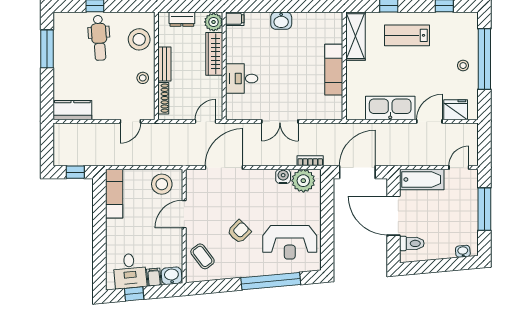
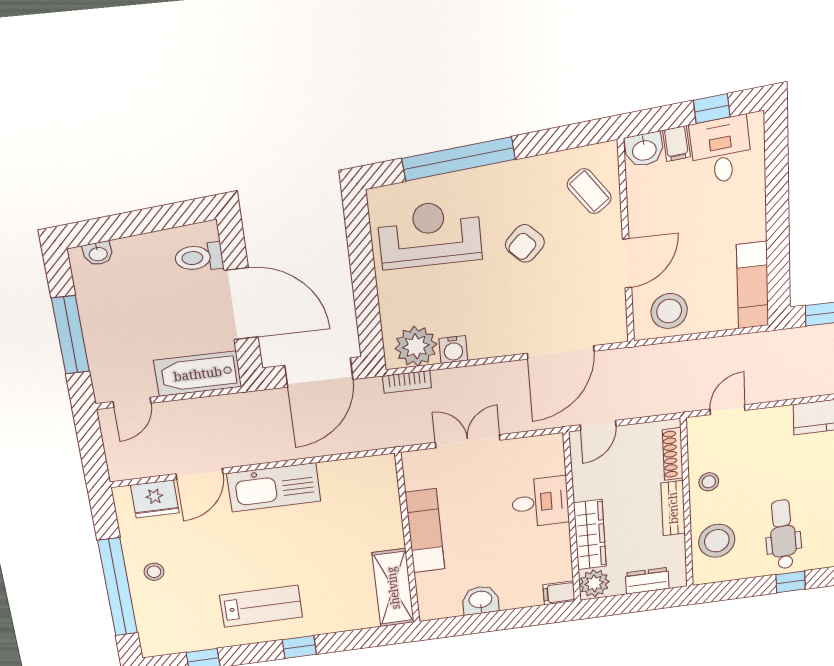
shelving: (355, 36) -> (393, 588), moved
wall: (344, 66) -> (407, 539), moved
exam couch: (334, 70) -> (425, 531), moved

